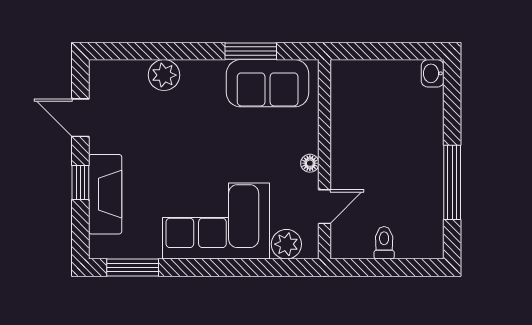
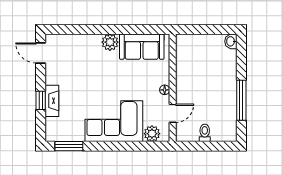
window: (251, 51) -> (133, 29), removed
plant: (164, 75) -> (110, 42), moved
door: (80, 118) -> (41, 53), moved
fireplace: (105, 194) -> (52, 101), width x0.73, depth x0.76

